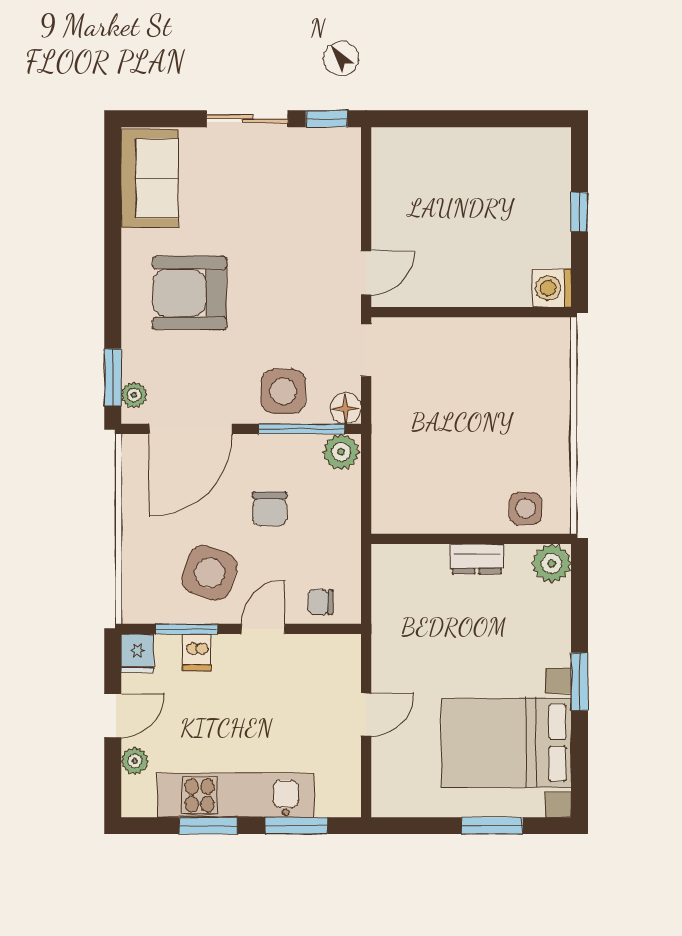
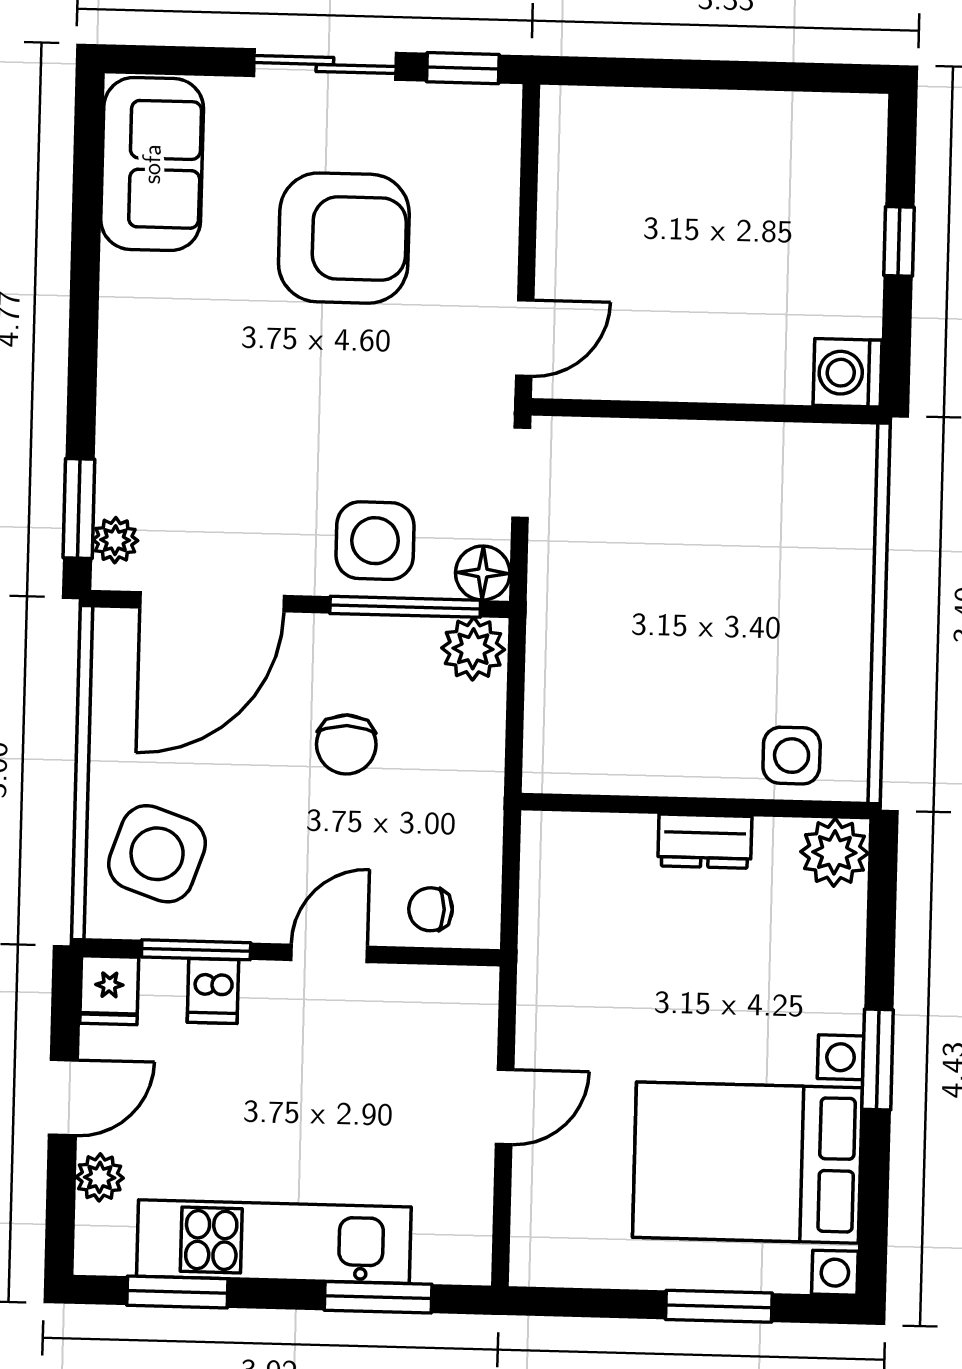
armchair: (190, 293) -> (344, 238), moved, turned 180
side table: (210, 573) -> (157, 854), moved
window: (208, 826) -> (177, 1292), moved

